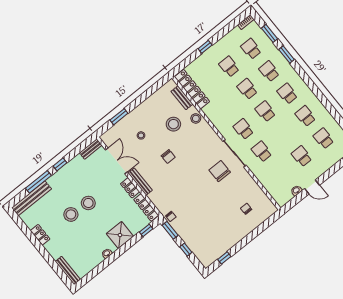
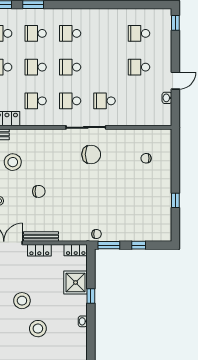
school desk: (305, 116) -> (36, 101), moved
stool: (196, 118) -> (24, 137), removed
chair: (220, 171) -> (91, 154), turned 180
locker: (146, 207) -> (76, 250), width x0.66
stool: (71, 214) -> (38, 329), moved
window: (146, 230) -> (91, 296), moved
shower: (120, 235) -> (76, 282), moved
window: (224, 258) -> (175, 200), moved

